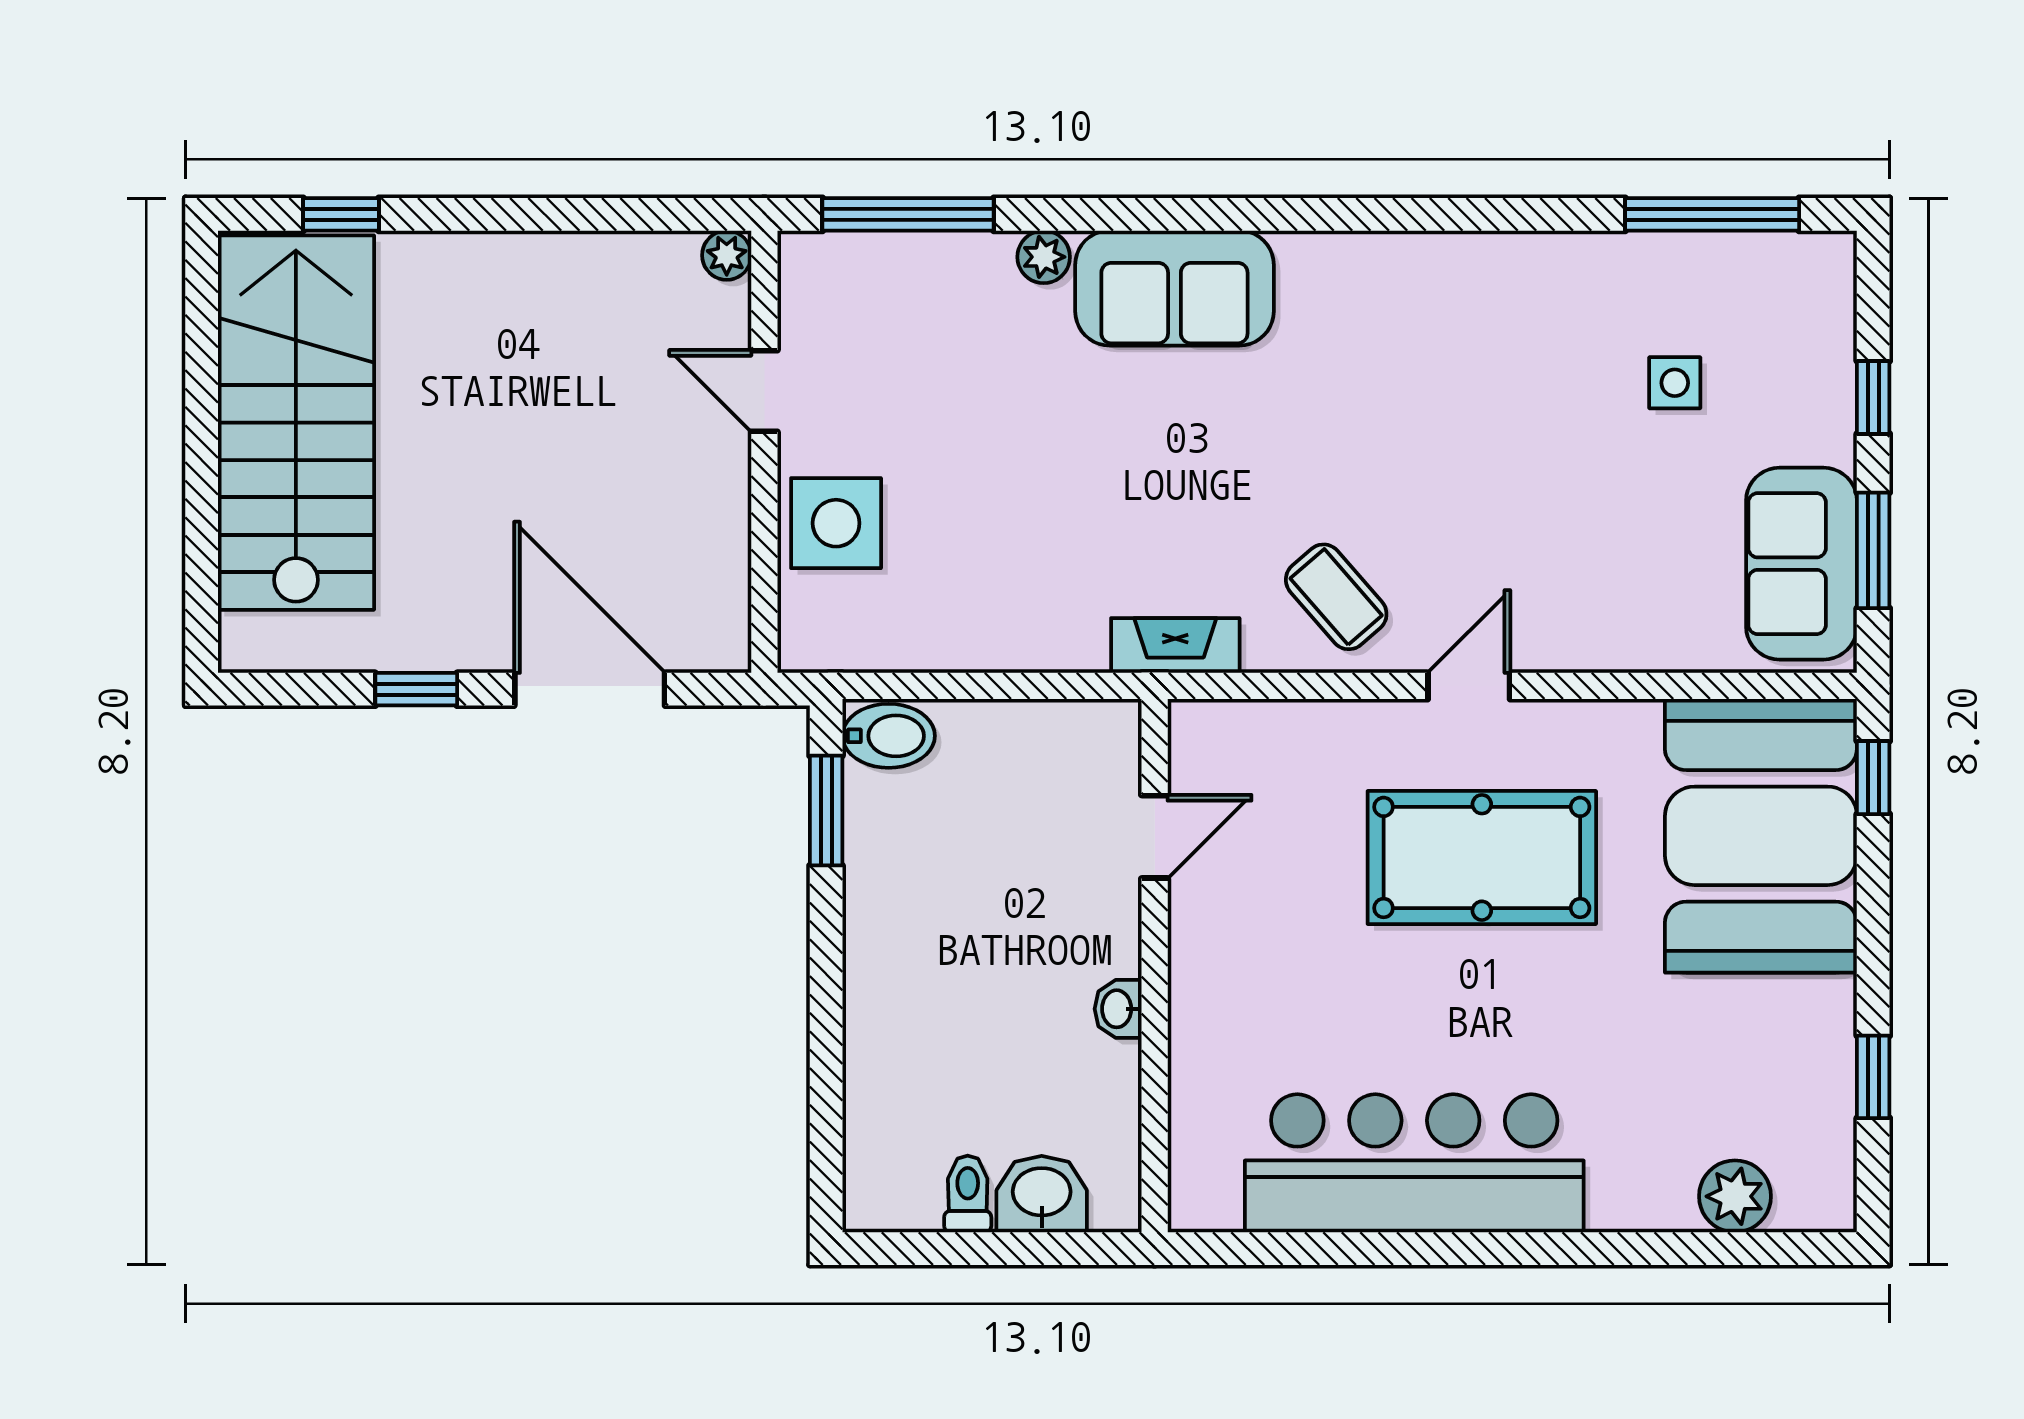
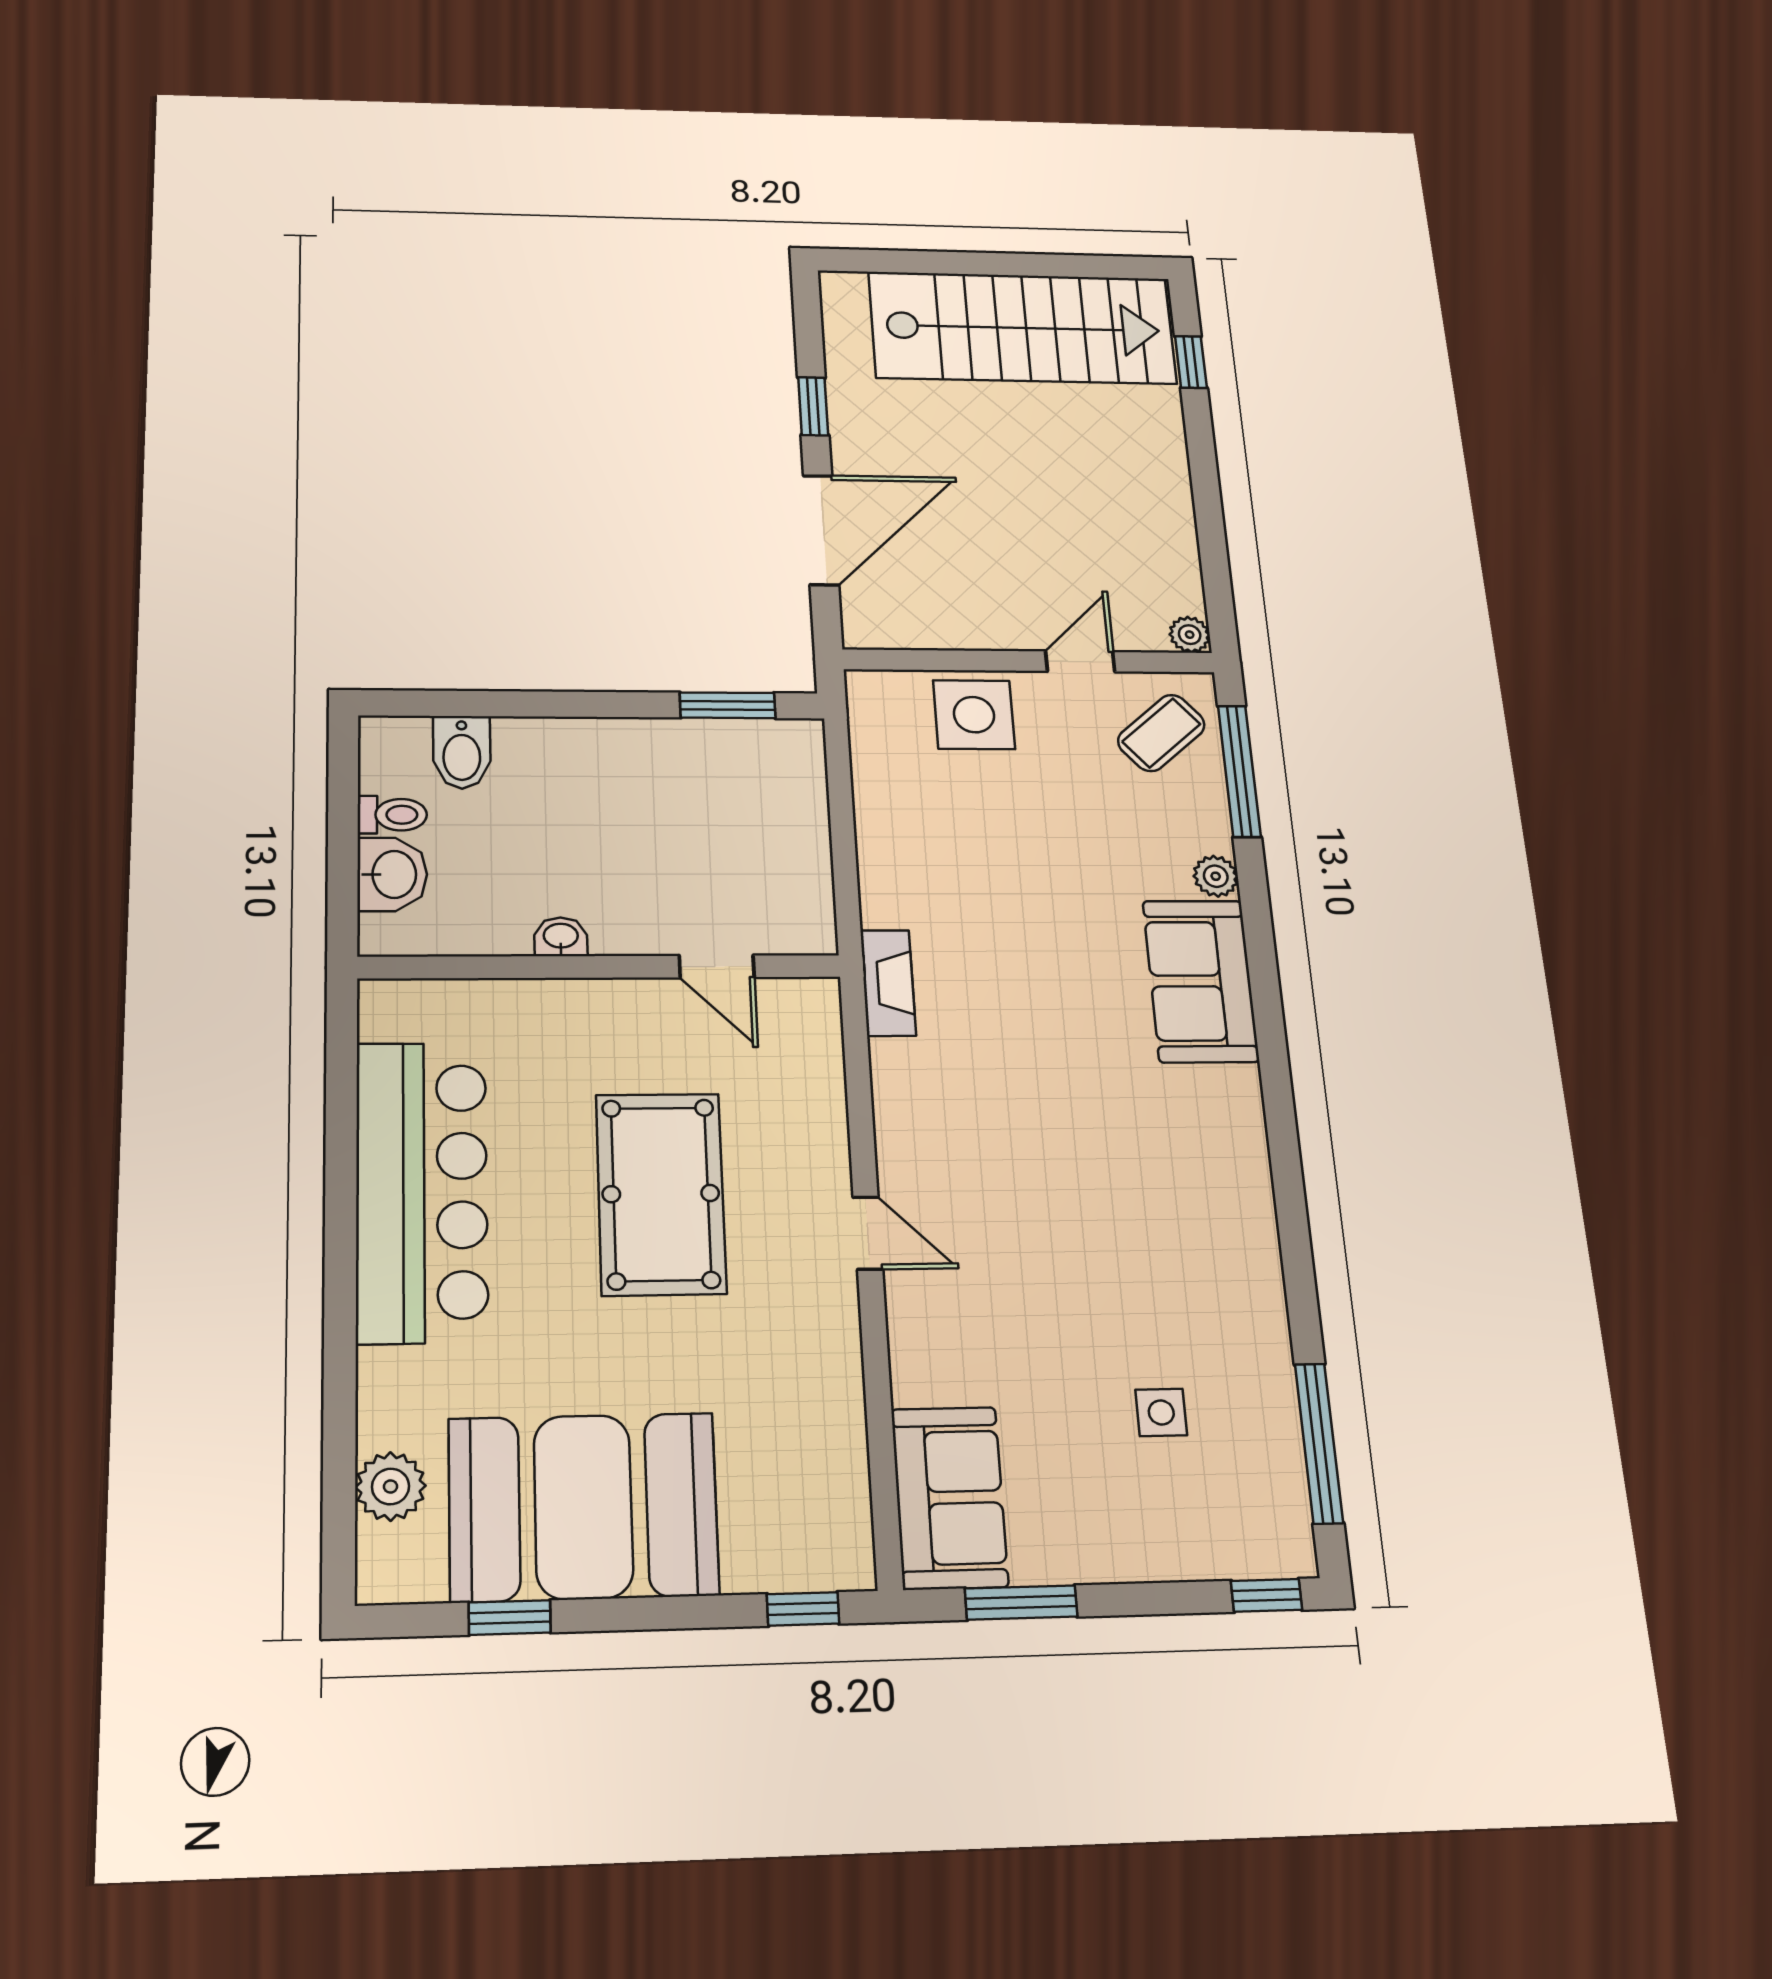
window: (1873, 397) -> (1266, 1595), moved
sofa: (1802, 564) -> (949, 1498), moved, turned 90
coffee table: (1336, 597) -> (1161, 733), moved
bidet: (889, 736) -> (462, 752), moved
booth: (1761, 836) -> (583, 1507), moved
pool table: (1482, 857) -> (661, 1194), moved

